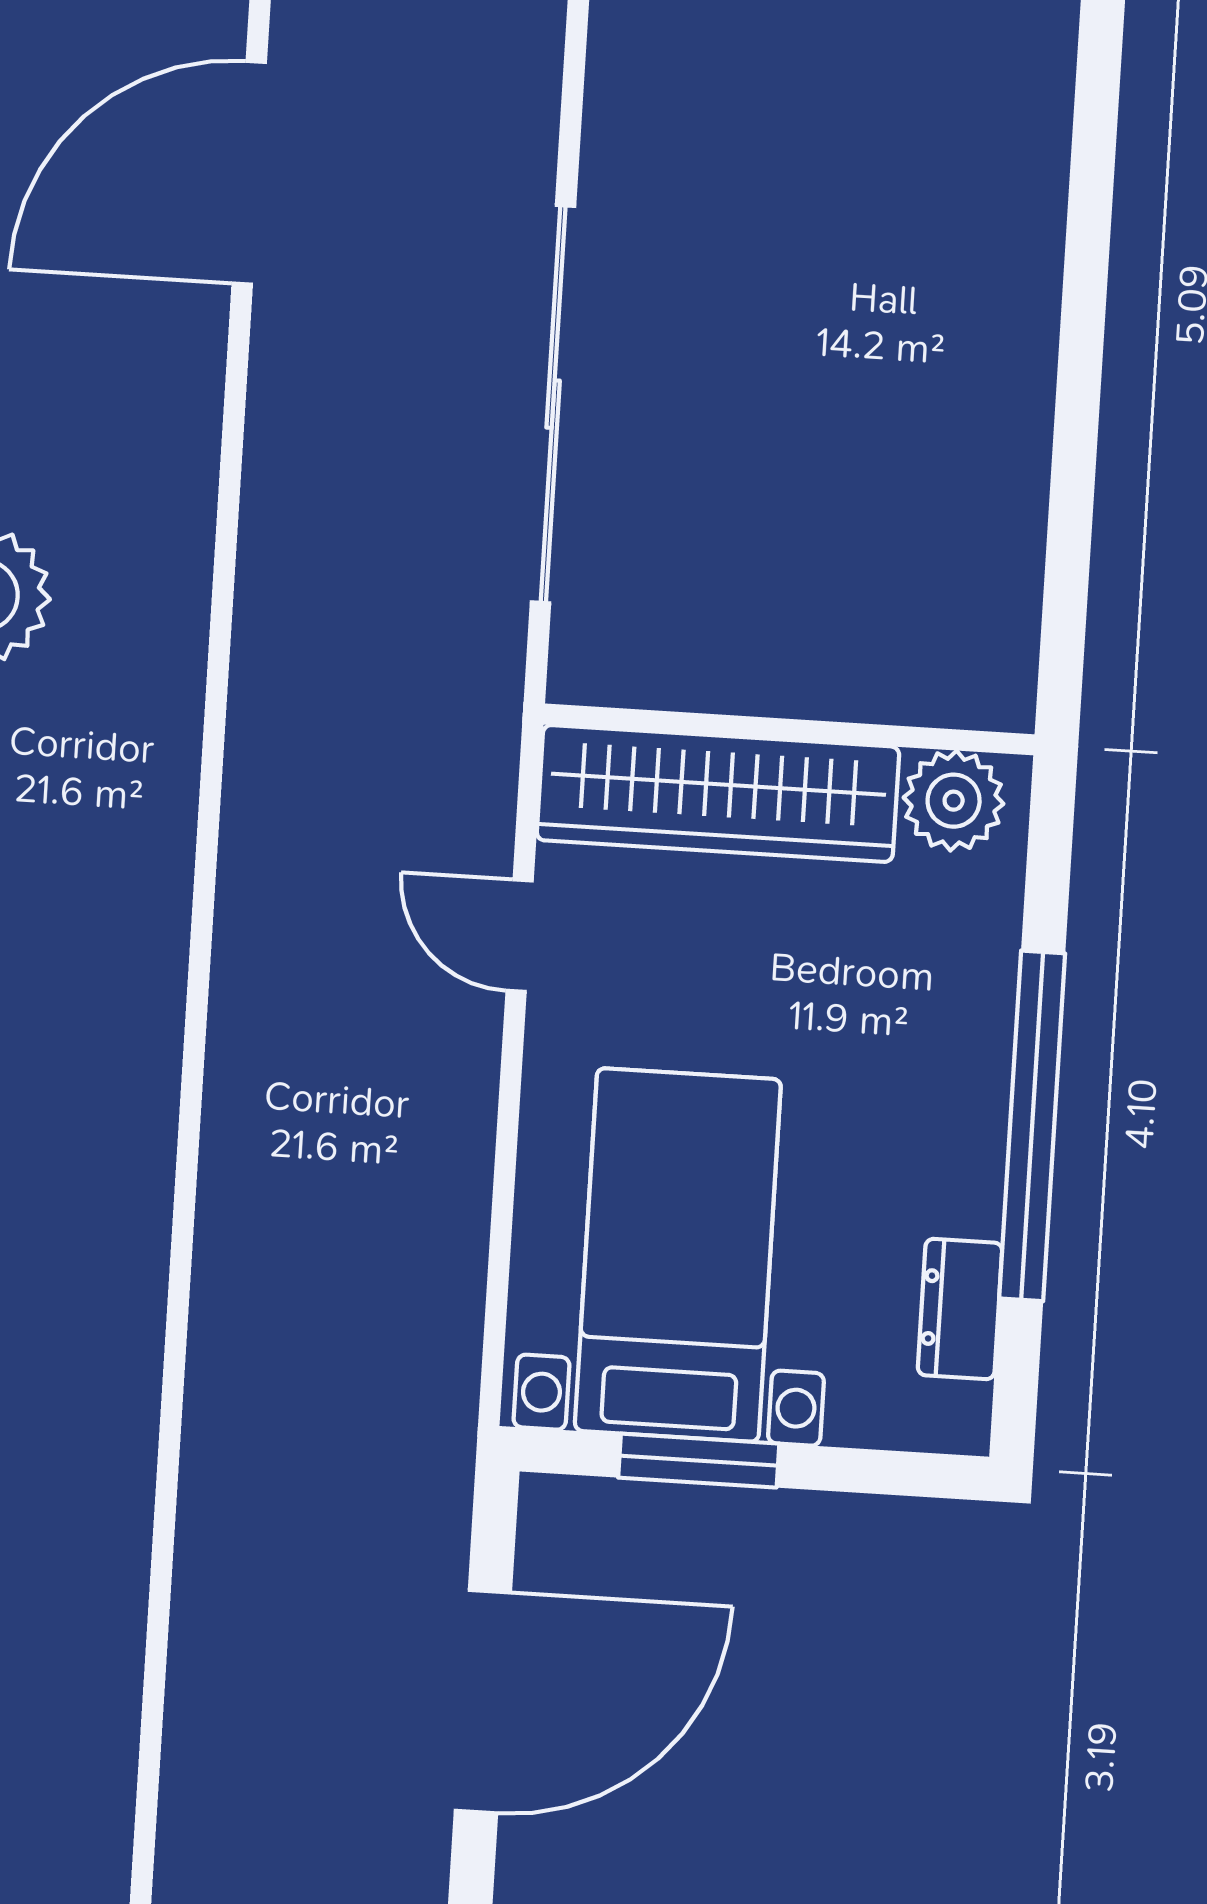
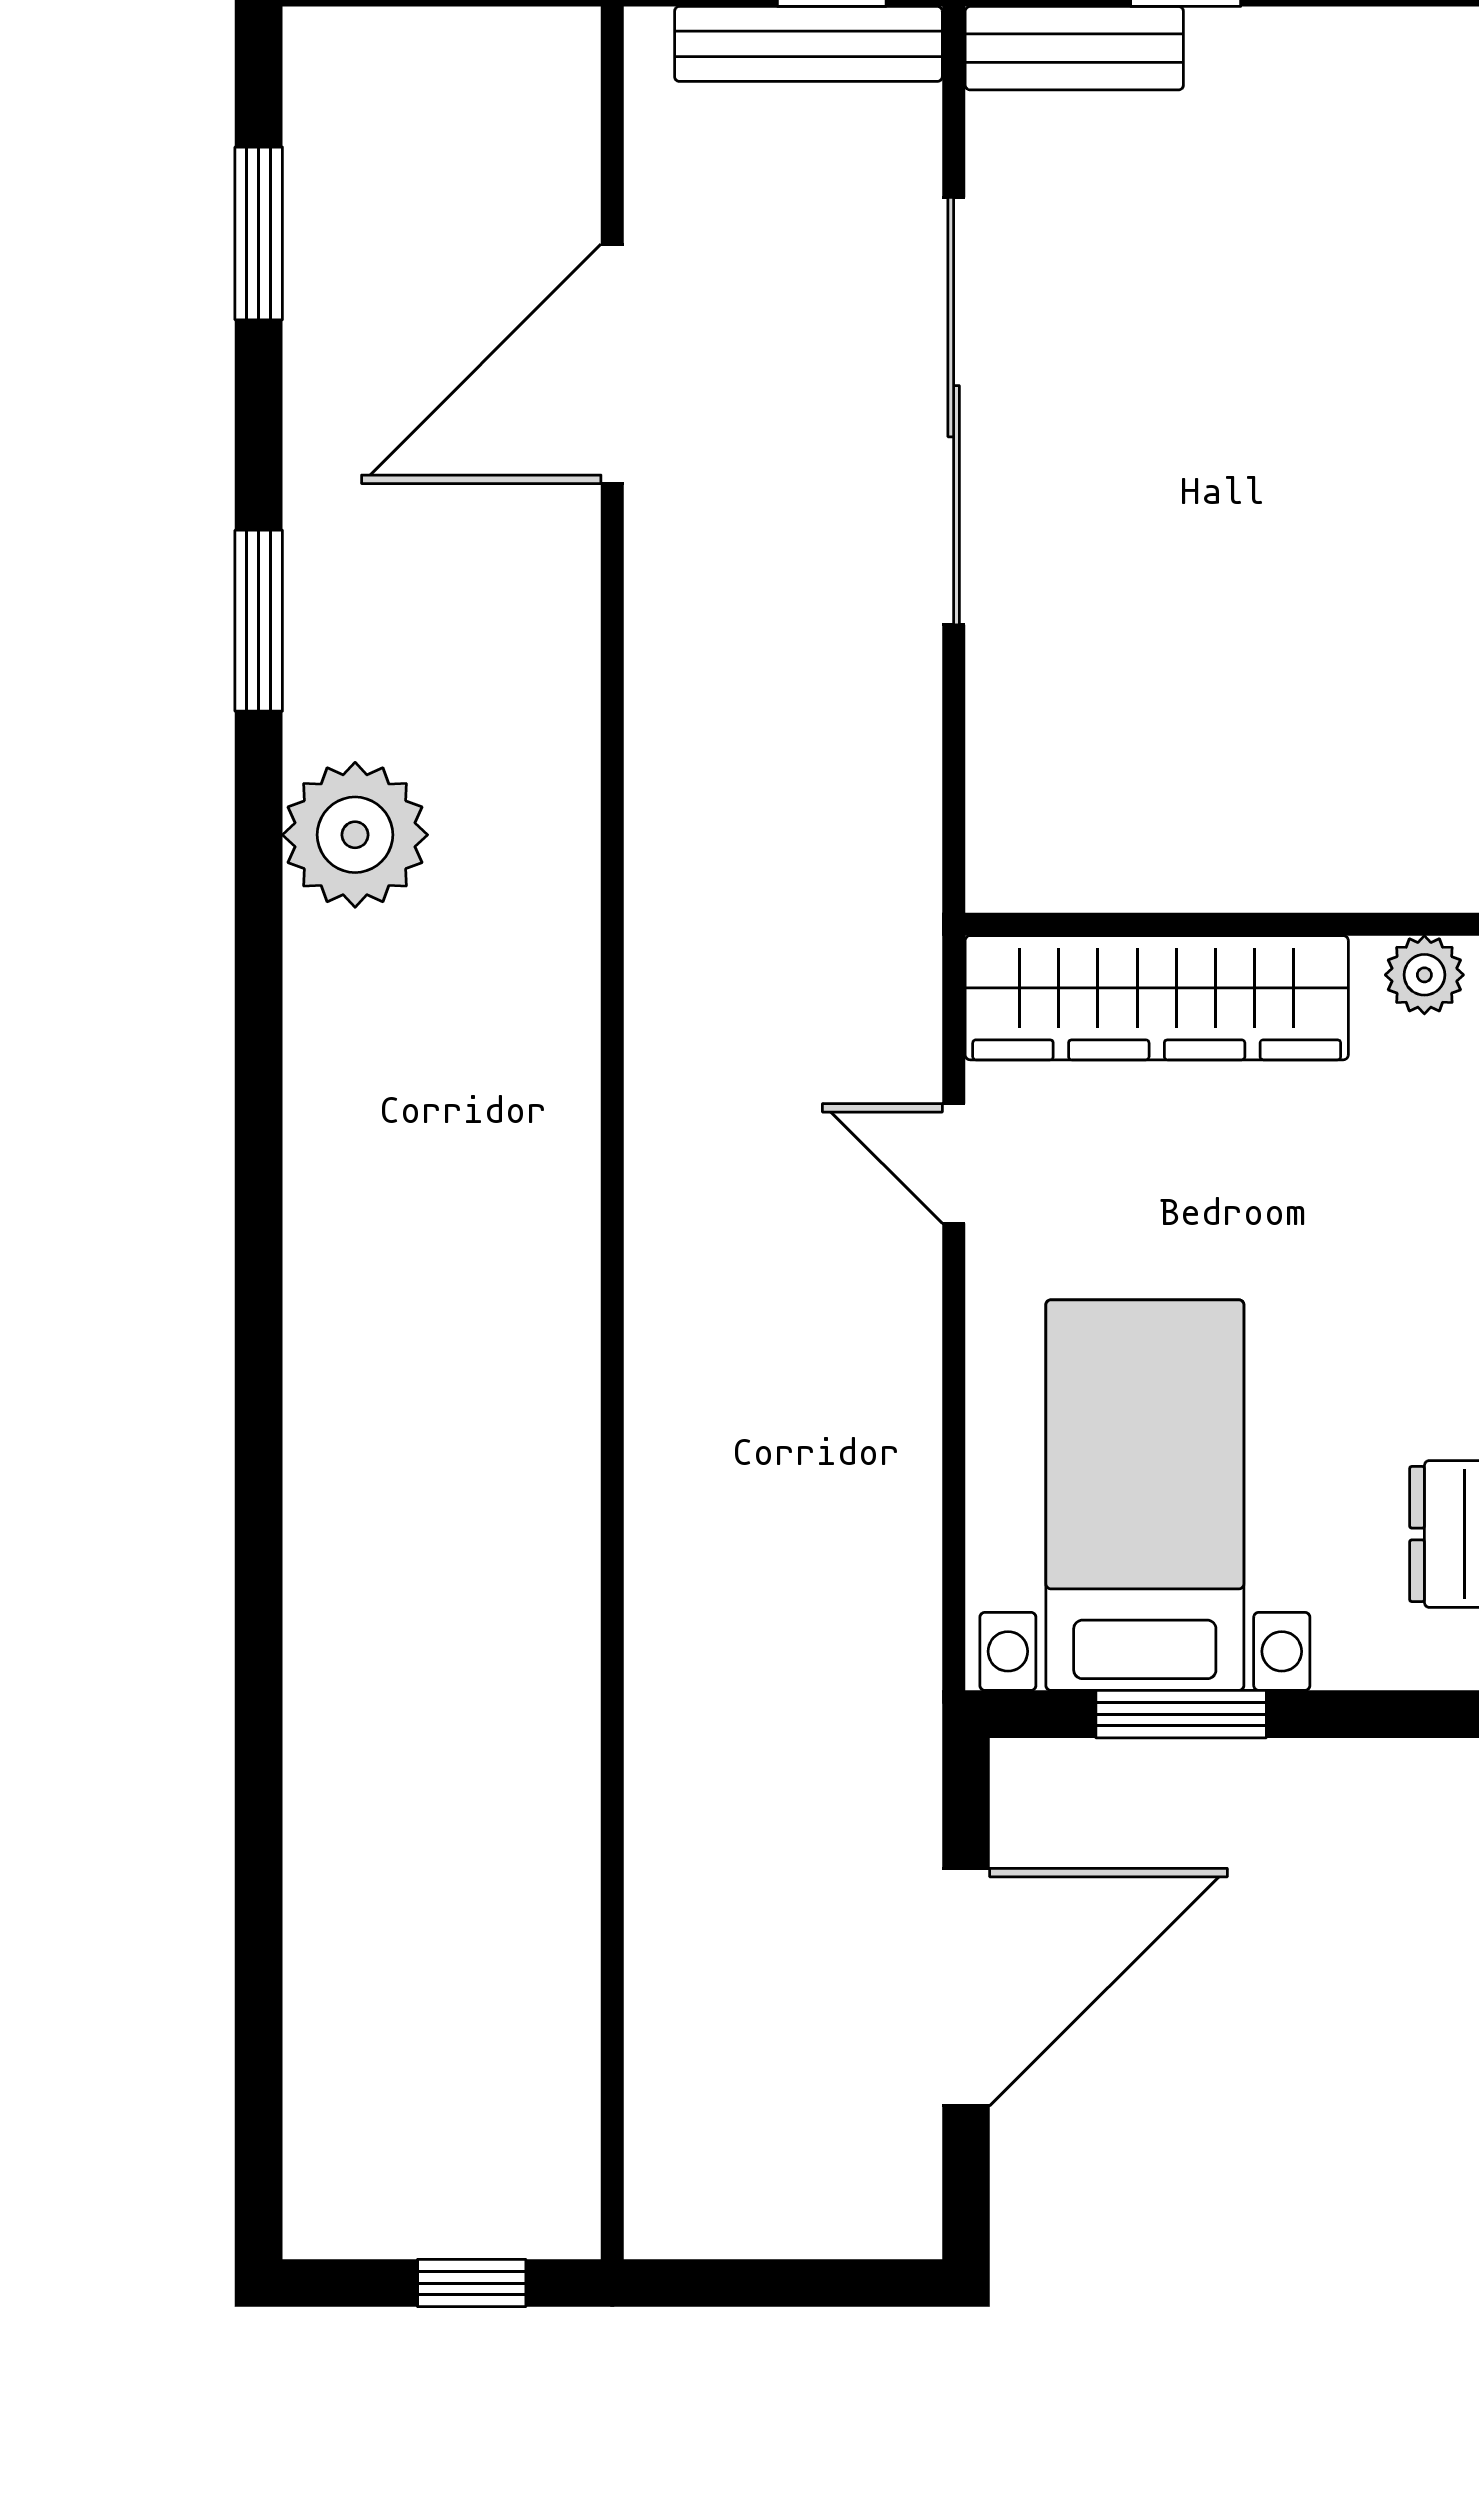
sliding door: (553, 404) -> (954, 411), moved
plant: (954, 801) -> (1424, 975), width x0.73, depth x0.73

